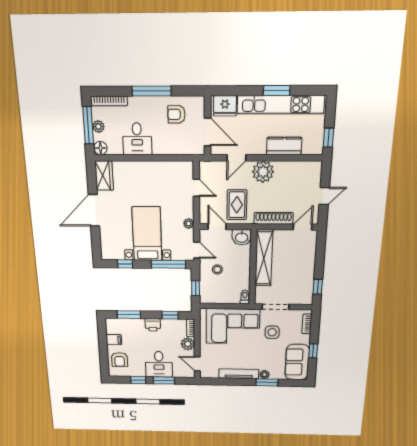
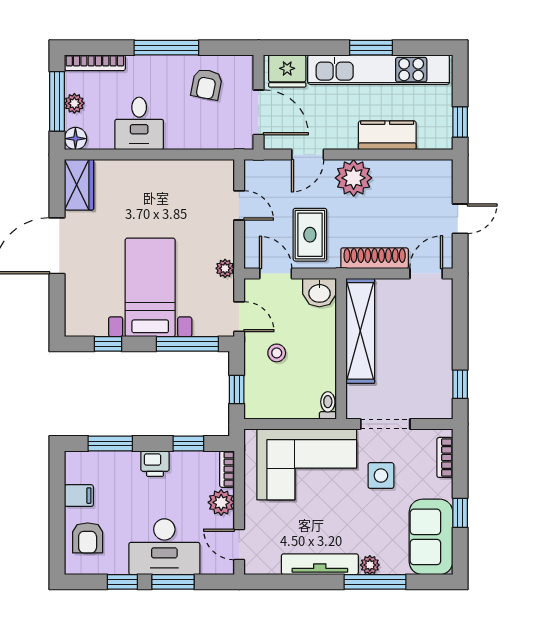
armchair: (176, 114) -> (207, 84), turned -79
desk: (159, 364) -> (164, 547), width x1.37
window: (267, 382) -> (375, 582), width x1.44

